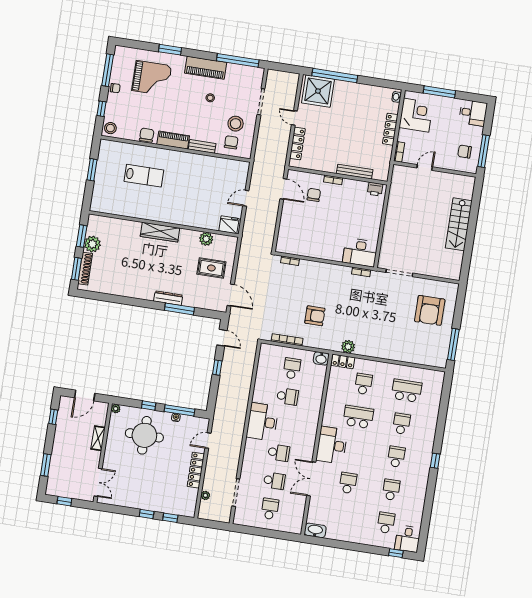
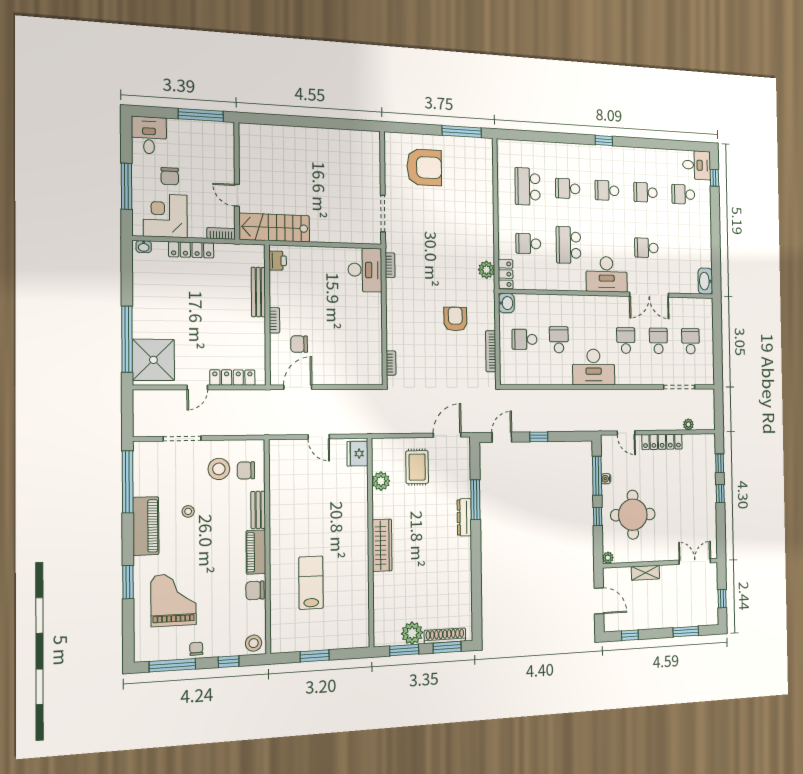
chair: (465, 152) -> (170, 176), moved
stairs: (459, 224) -> (274, 228), moved, turned 180
school desk: (270, 509) -> (691, 341), turned 90

